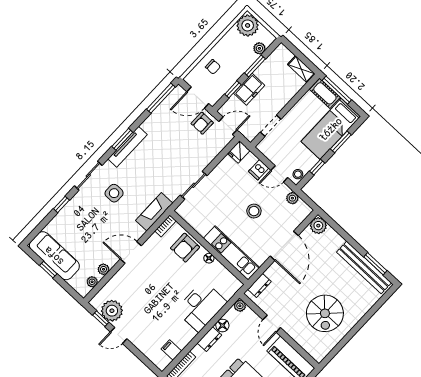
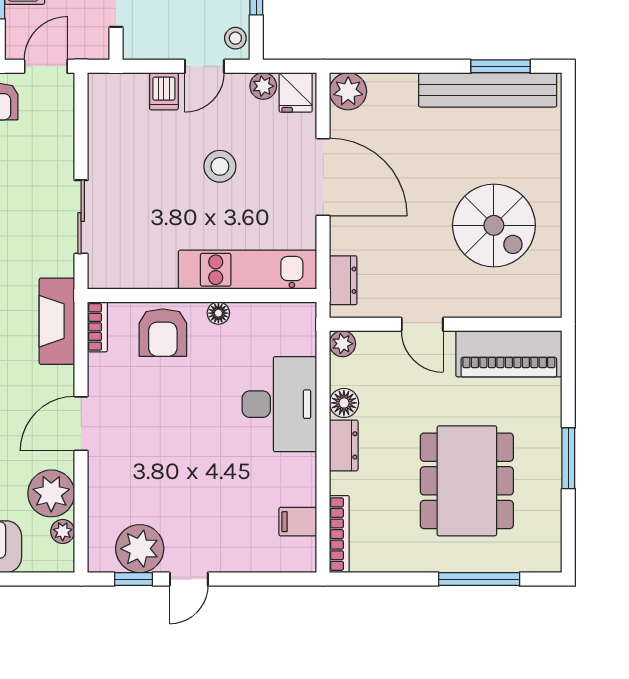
fridge: (239, 152) -> (296, 92), moved
plant: (104, 269) -> (51, 493), width x1.88, depth x1.88

